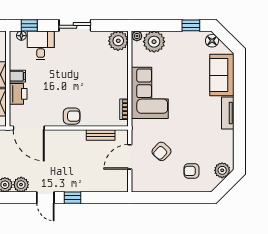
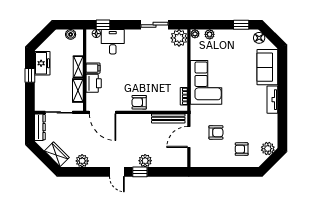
sliding door: (75, 25) -> (154, 25), moved
plant: (154, 42) -> (210, 34), width x0.53, depth x0.53
armchair: (72, 116) -> (139, 102), turned 180
bench: (101, 135) -> (168, 118), width x1.36
armchair: (161, 151) -> (216, 132), turned -133
plant: (21, 185) -> (145, 161), moved

